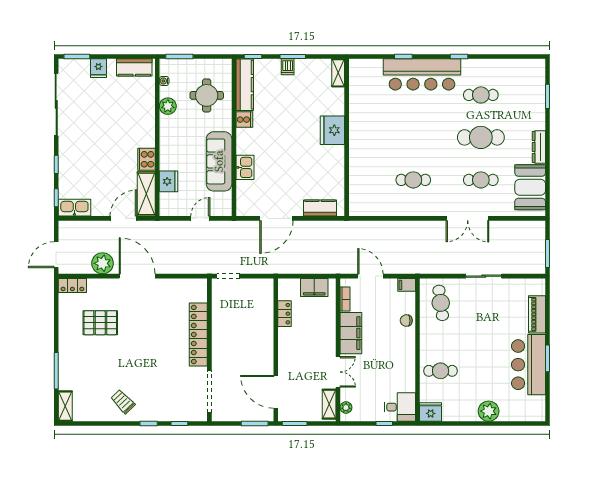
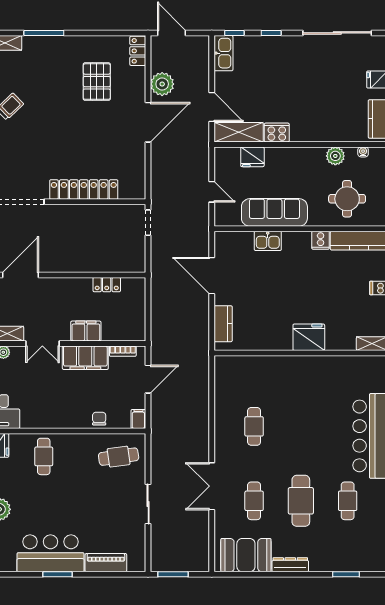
filing cabinet: (314, 287) -> (86, 331), moved, turned 90

